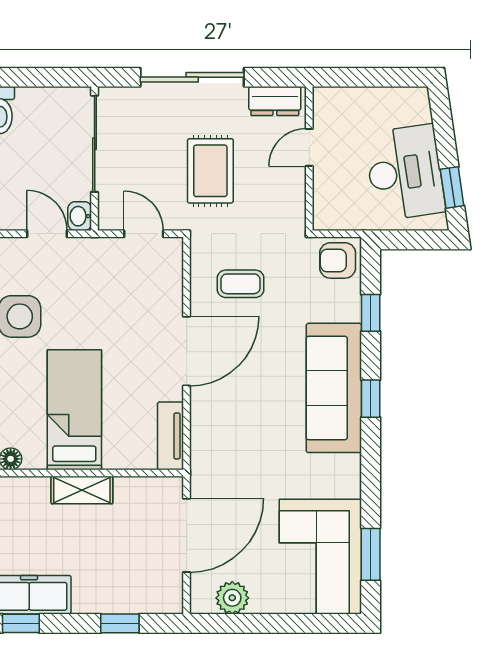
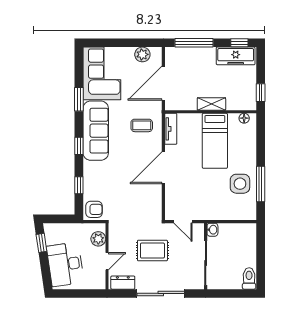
rug: (210, 171) -> (152, 251), turned 90
desk: (405, 173) -> (65, 264), moved
plant: (328, 196) -> (98, 239), added
door: (47, 234) -> (227, 222), removed
coffee table: (241, 284) -> (142, 125), moved
sofa: (334, 388) -> (96, 131), moved
window: (371, 554) -> (79, 99), moved
window: (120, 623) -> (194, 43), width x2.17

